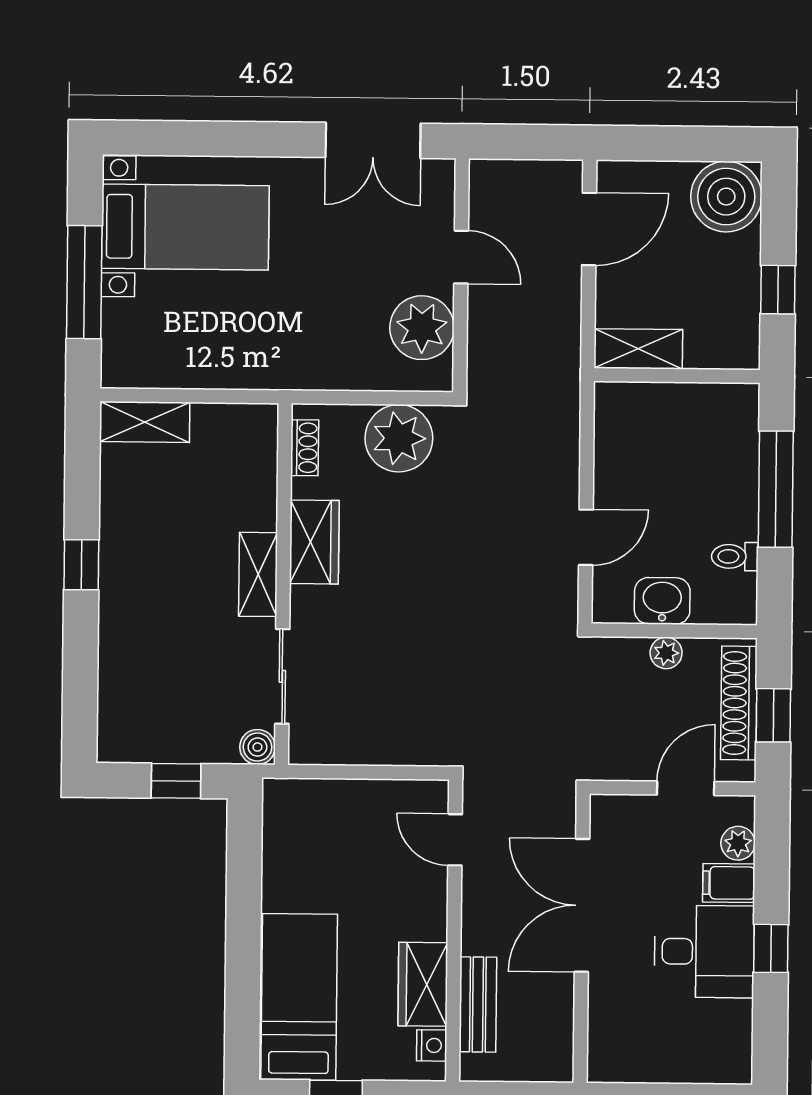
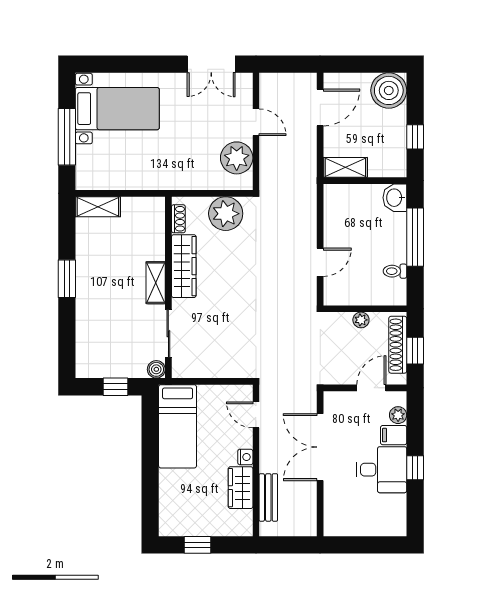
wardrobe: (314, 542) -> (184, 266), width x1.50
window: (81, 565) -> (67, 279), width x1.50
washbasin: (662, 601) -> (395, 198), moved, turned -90
bed: (299, 997) -> (178, 426), moved, turned 180
nightstand: (432, 1045) -> (245, 457), moved

